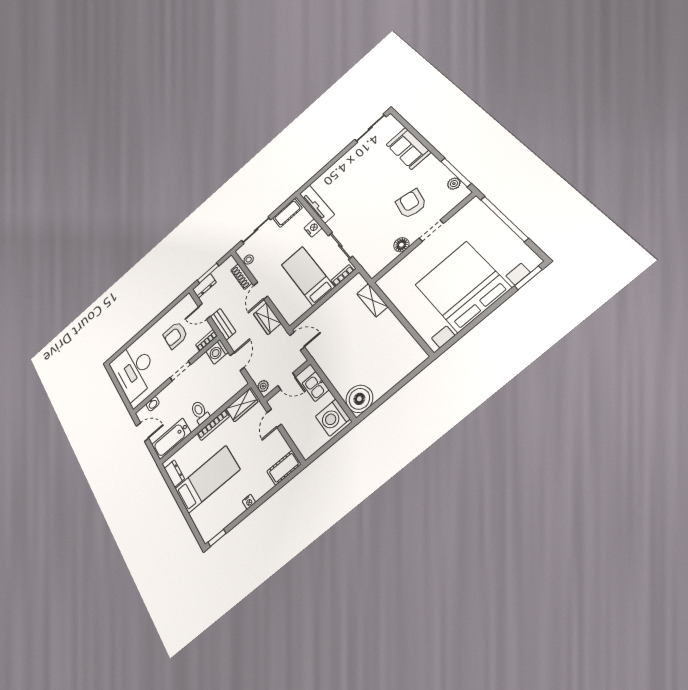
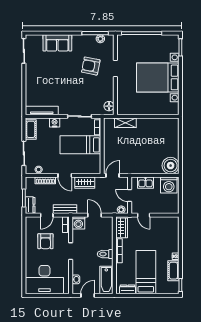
floor lamp: (401, 245) -> (109, 106), moved
bed with nightstands: (462, 286) -> (158, 77), width x0.73
door: (287, 381) -> (130, 196), swing flipped
cot: (284, 468) -> (173, 271), moved

